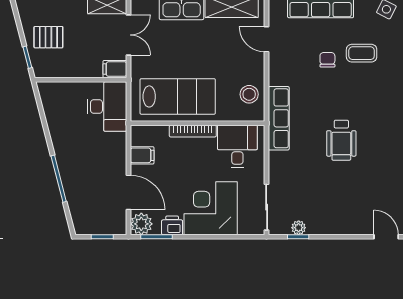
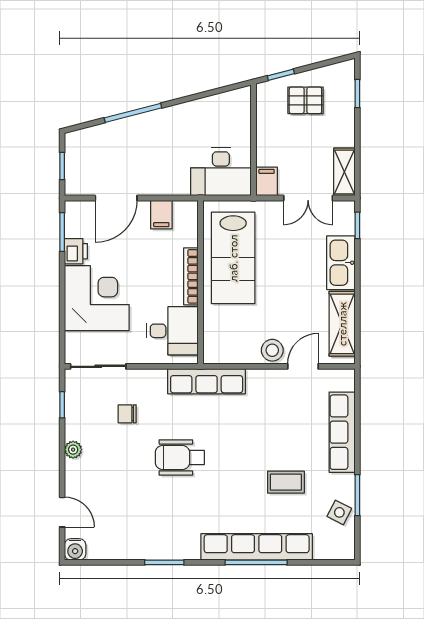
pallet: (48, 37) -> (305, 100), turned 90
coffee table: (362, 53) -> (286, 482), turned 90
chair: (327, 60) -> (127, 414), moved, turned 180
stool: (249, 94) -> (272, 350), moved
plant: (141, 224) -> (78, 214), removed
plant: (299, 228) -> (73, 450), moved
door: (386, 237) -> (62, 512), hinge flipped

